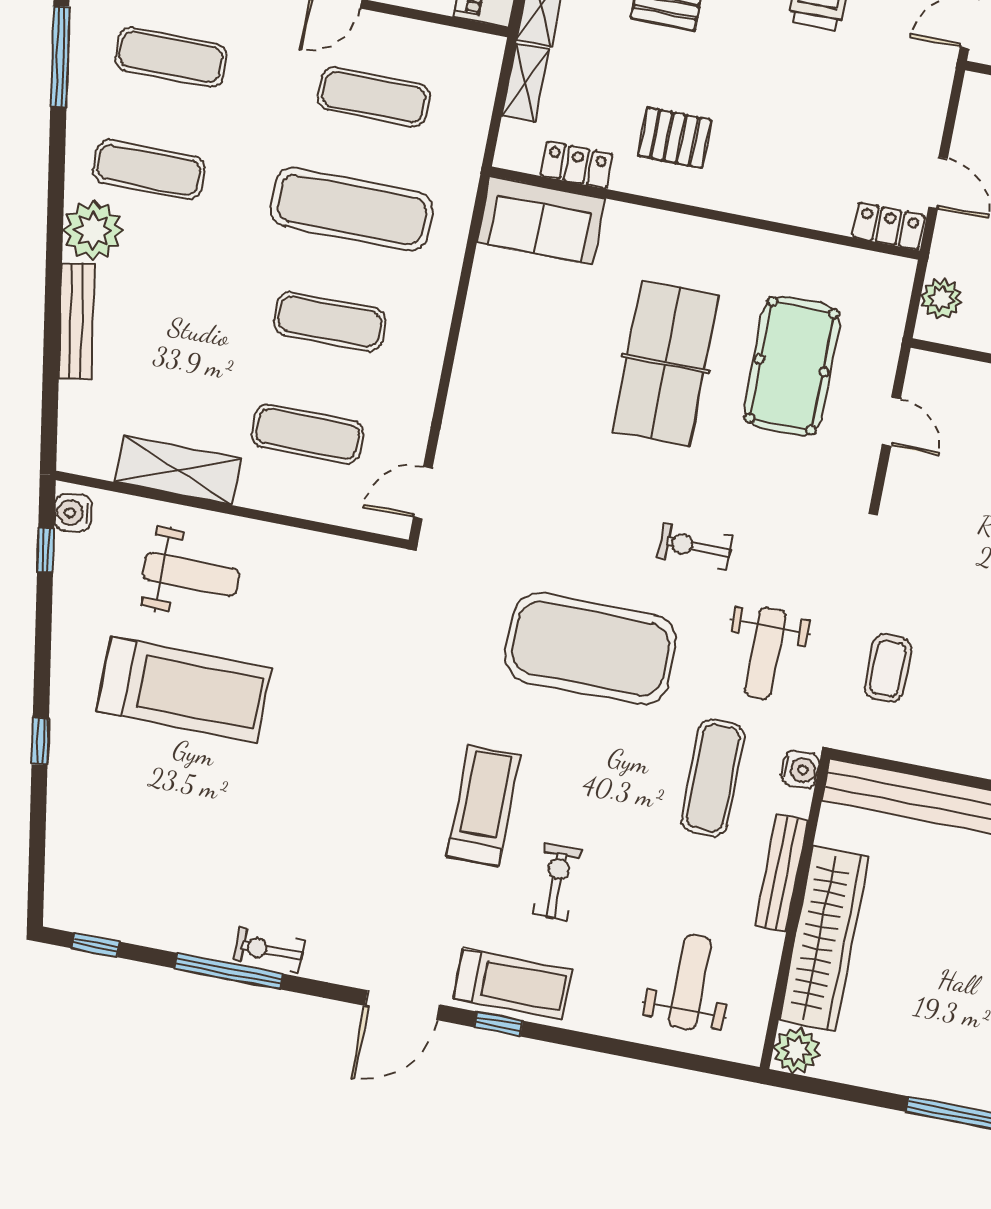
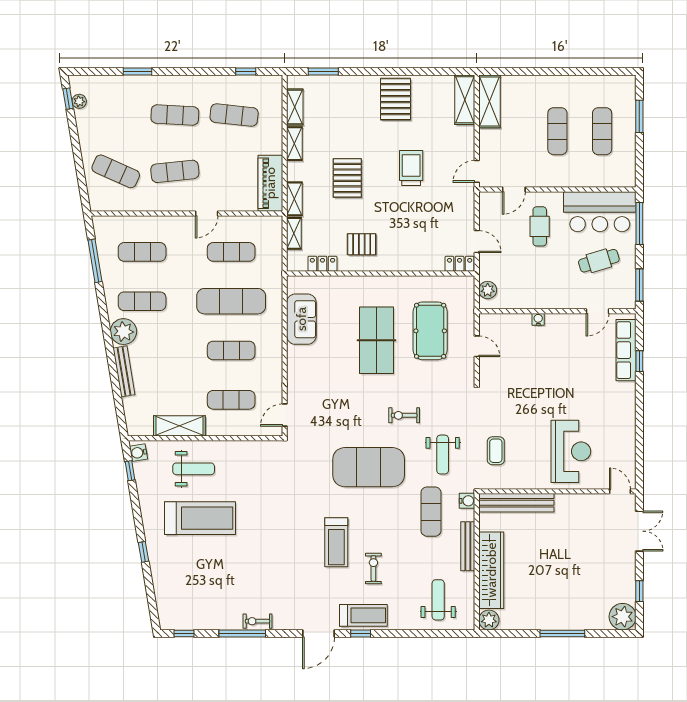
sofa: (541, 220) -> (301, 319), moved, turned -90
treadmill: (484, 805) -> (336, 542), turned 180

